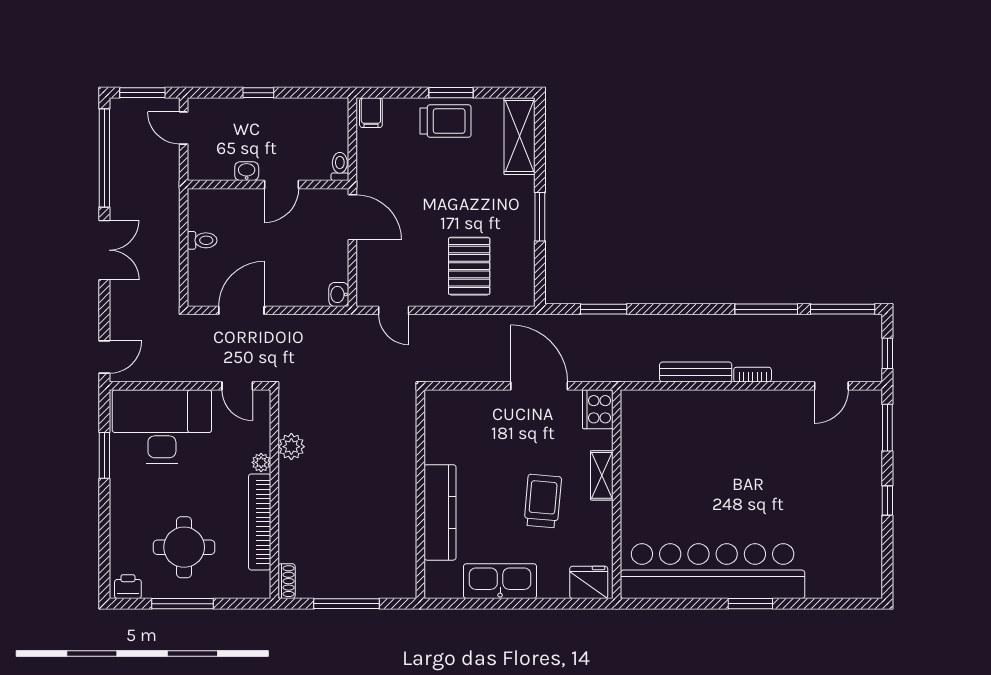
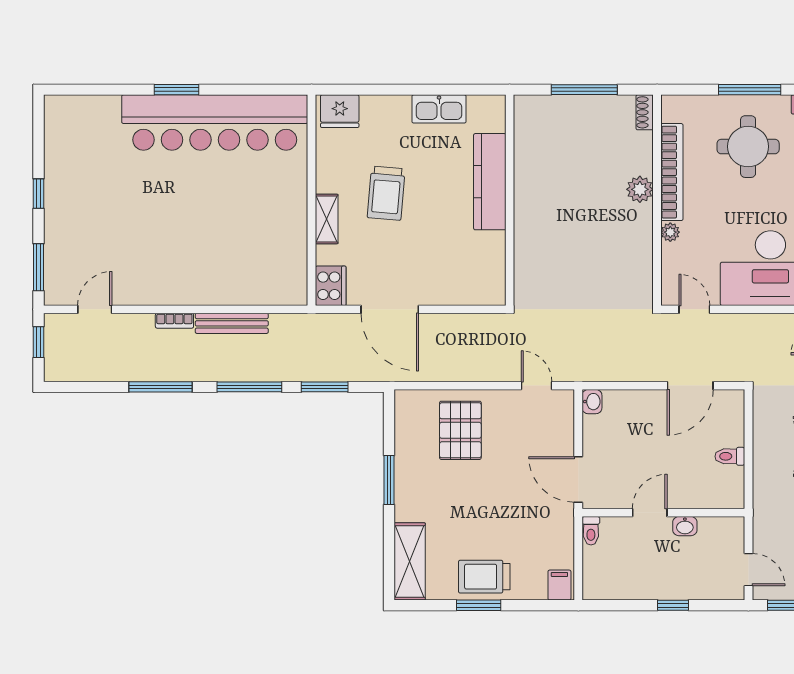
window: (843, 309) -> (249, 387), moved
plant: (291, 447) -> (640, 189), moved
kitchen sink: (500, 581) -> (439, 109), width x0.73, depth x0.81

